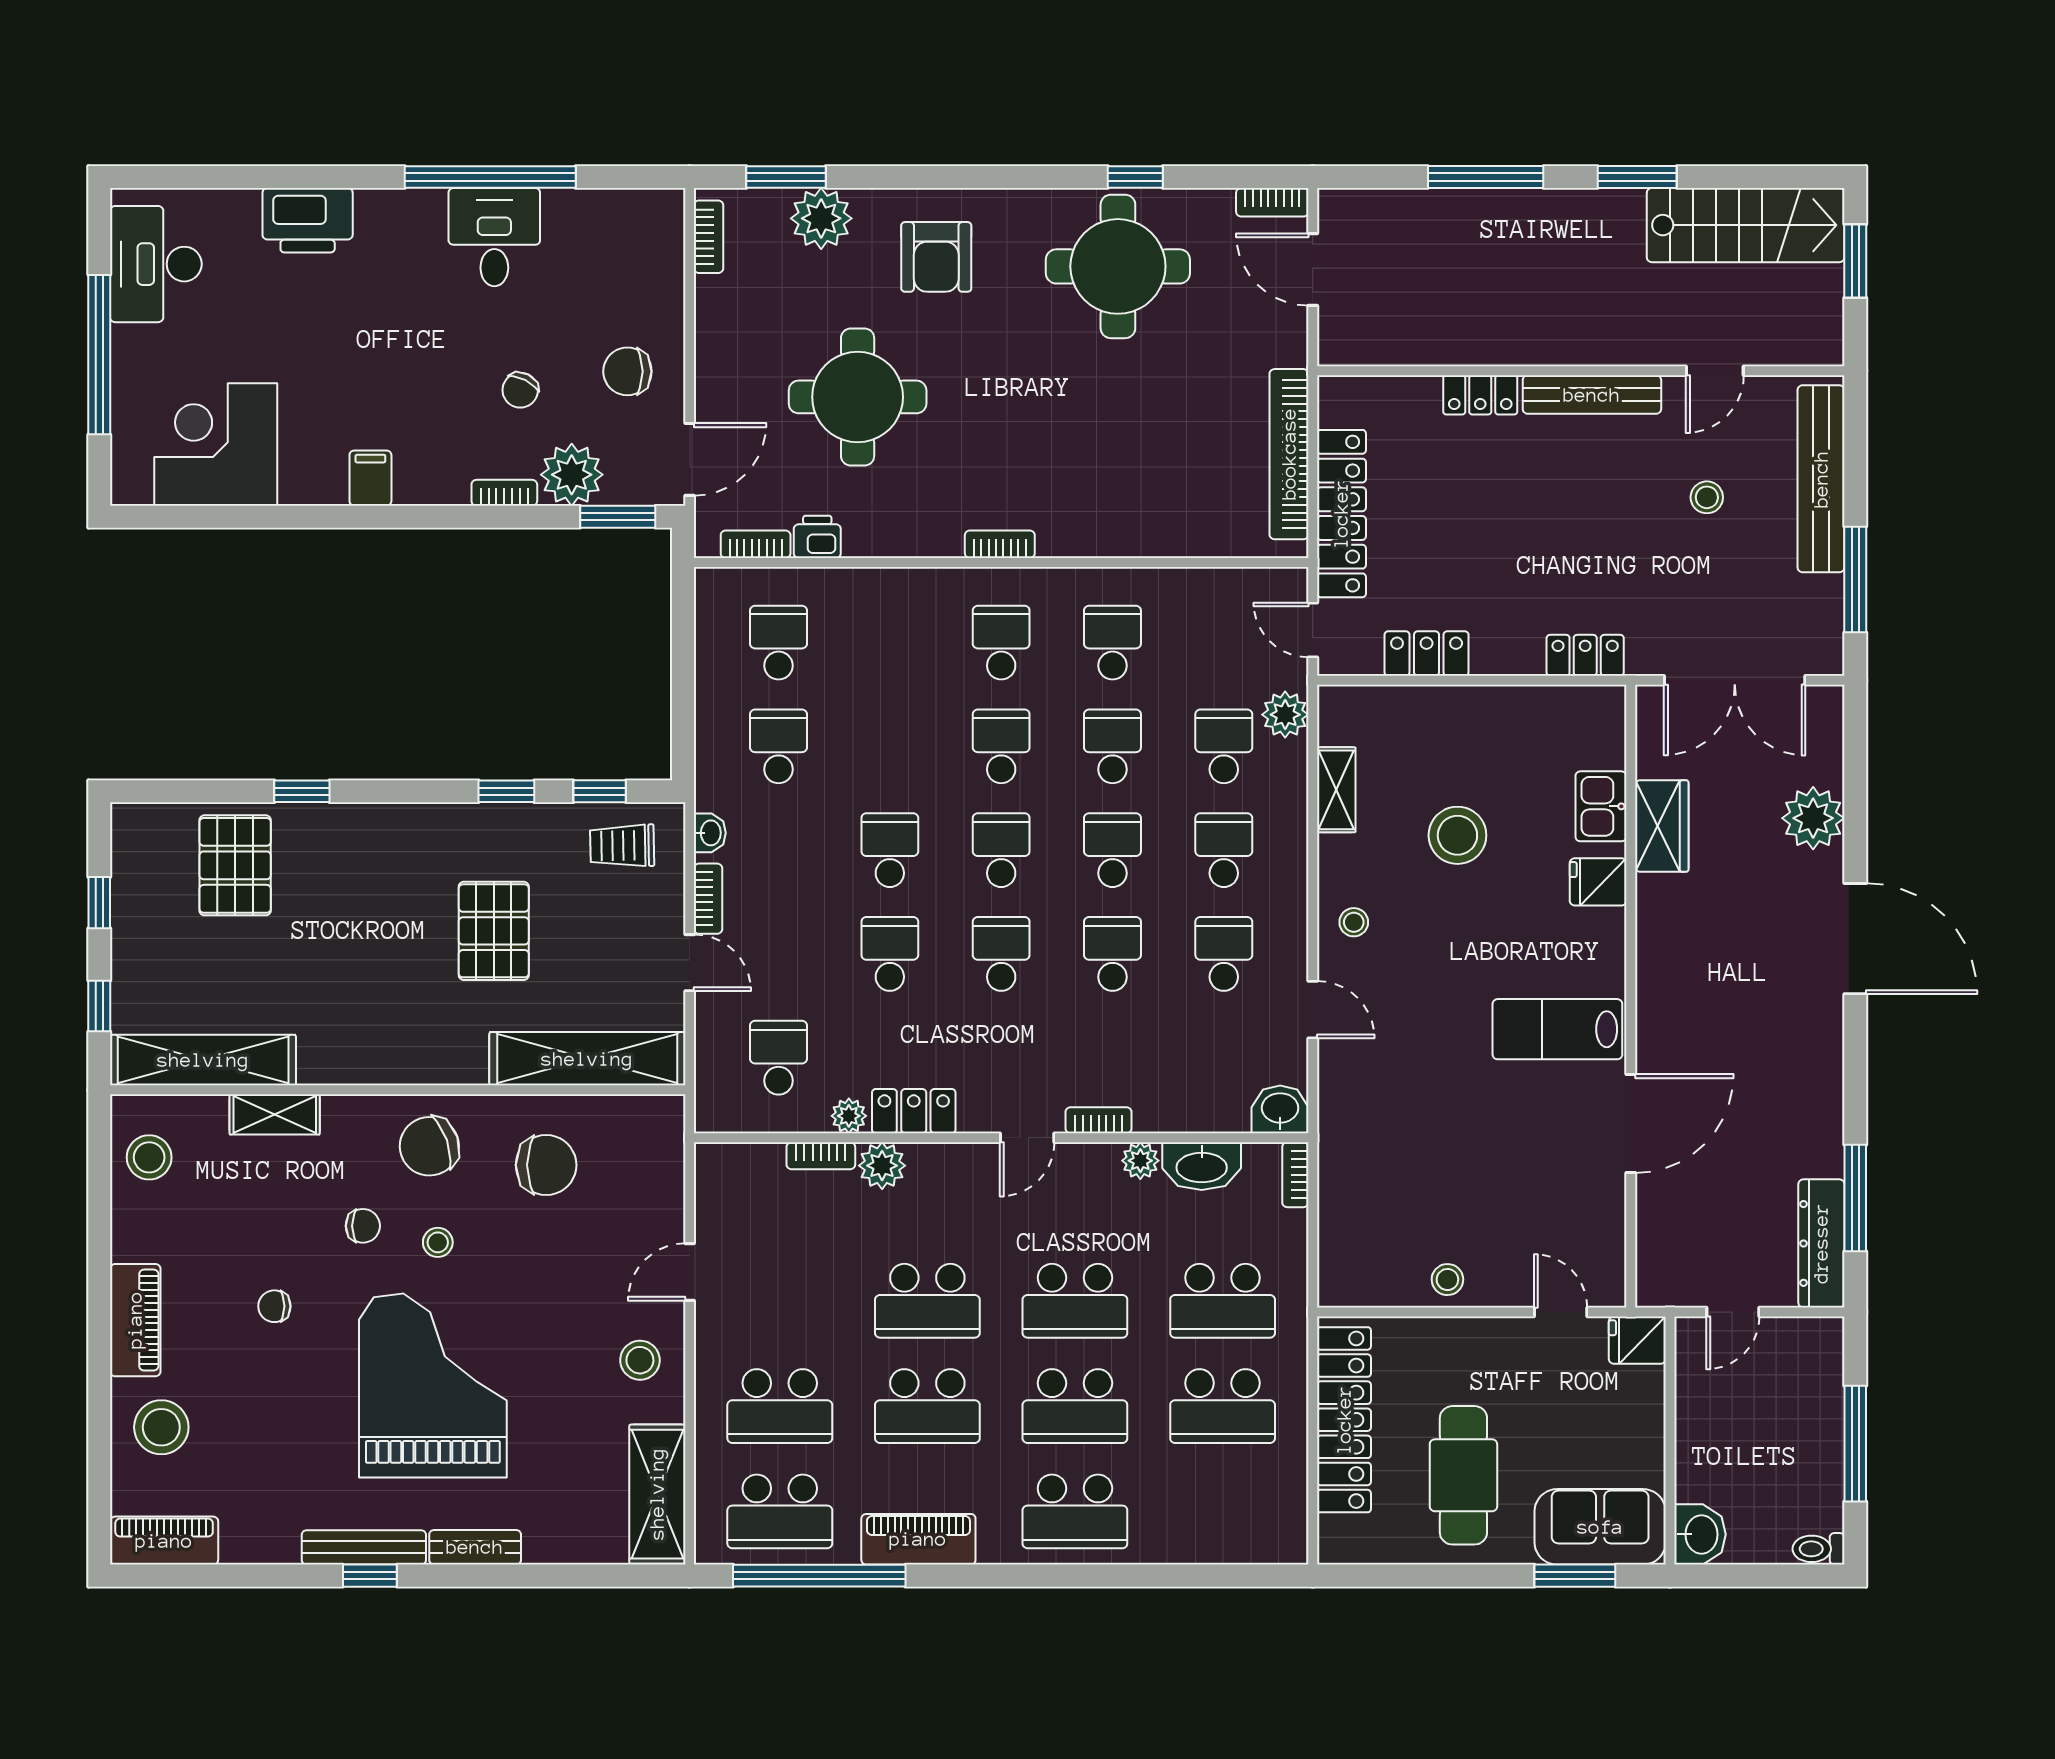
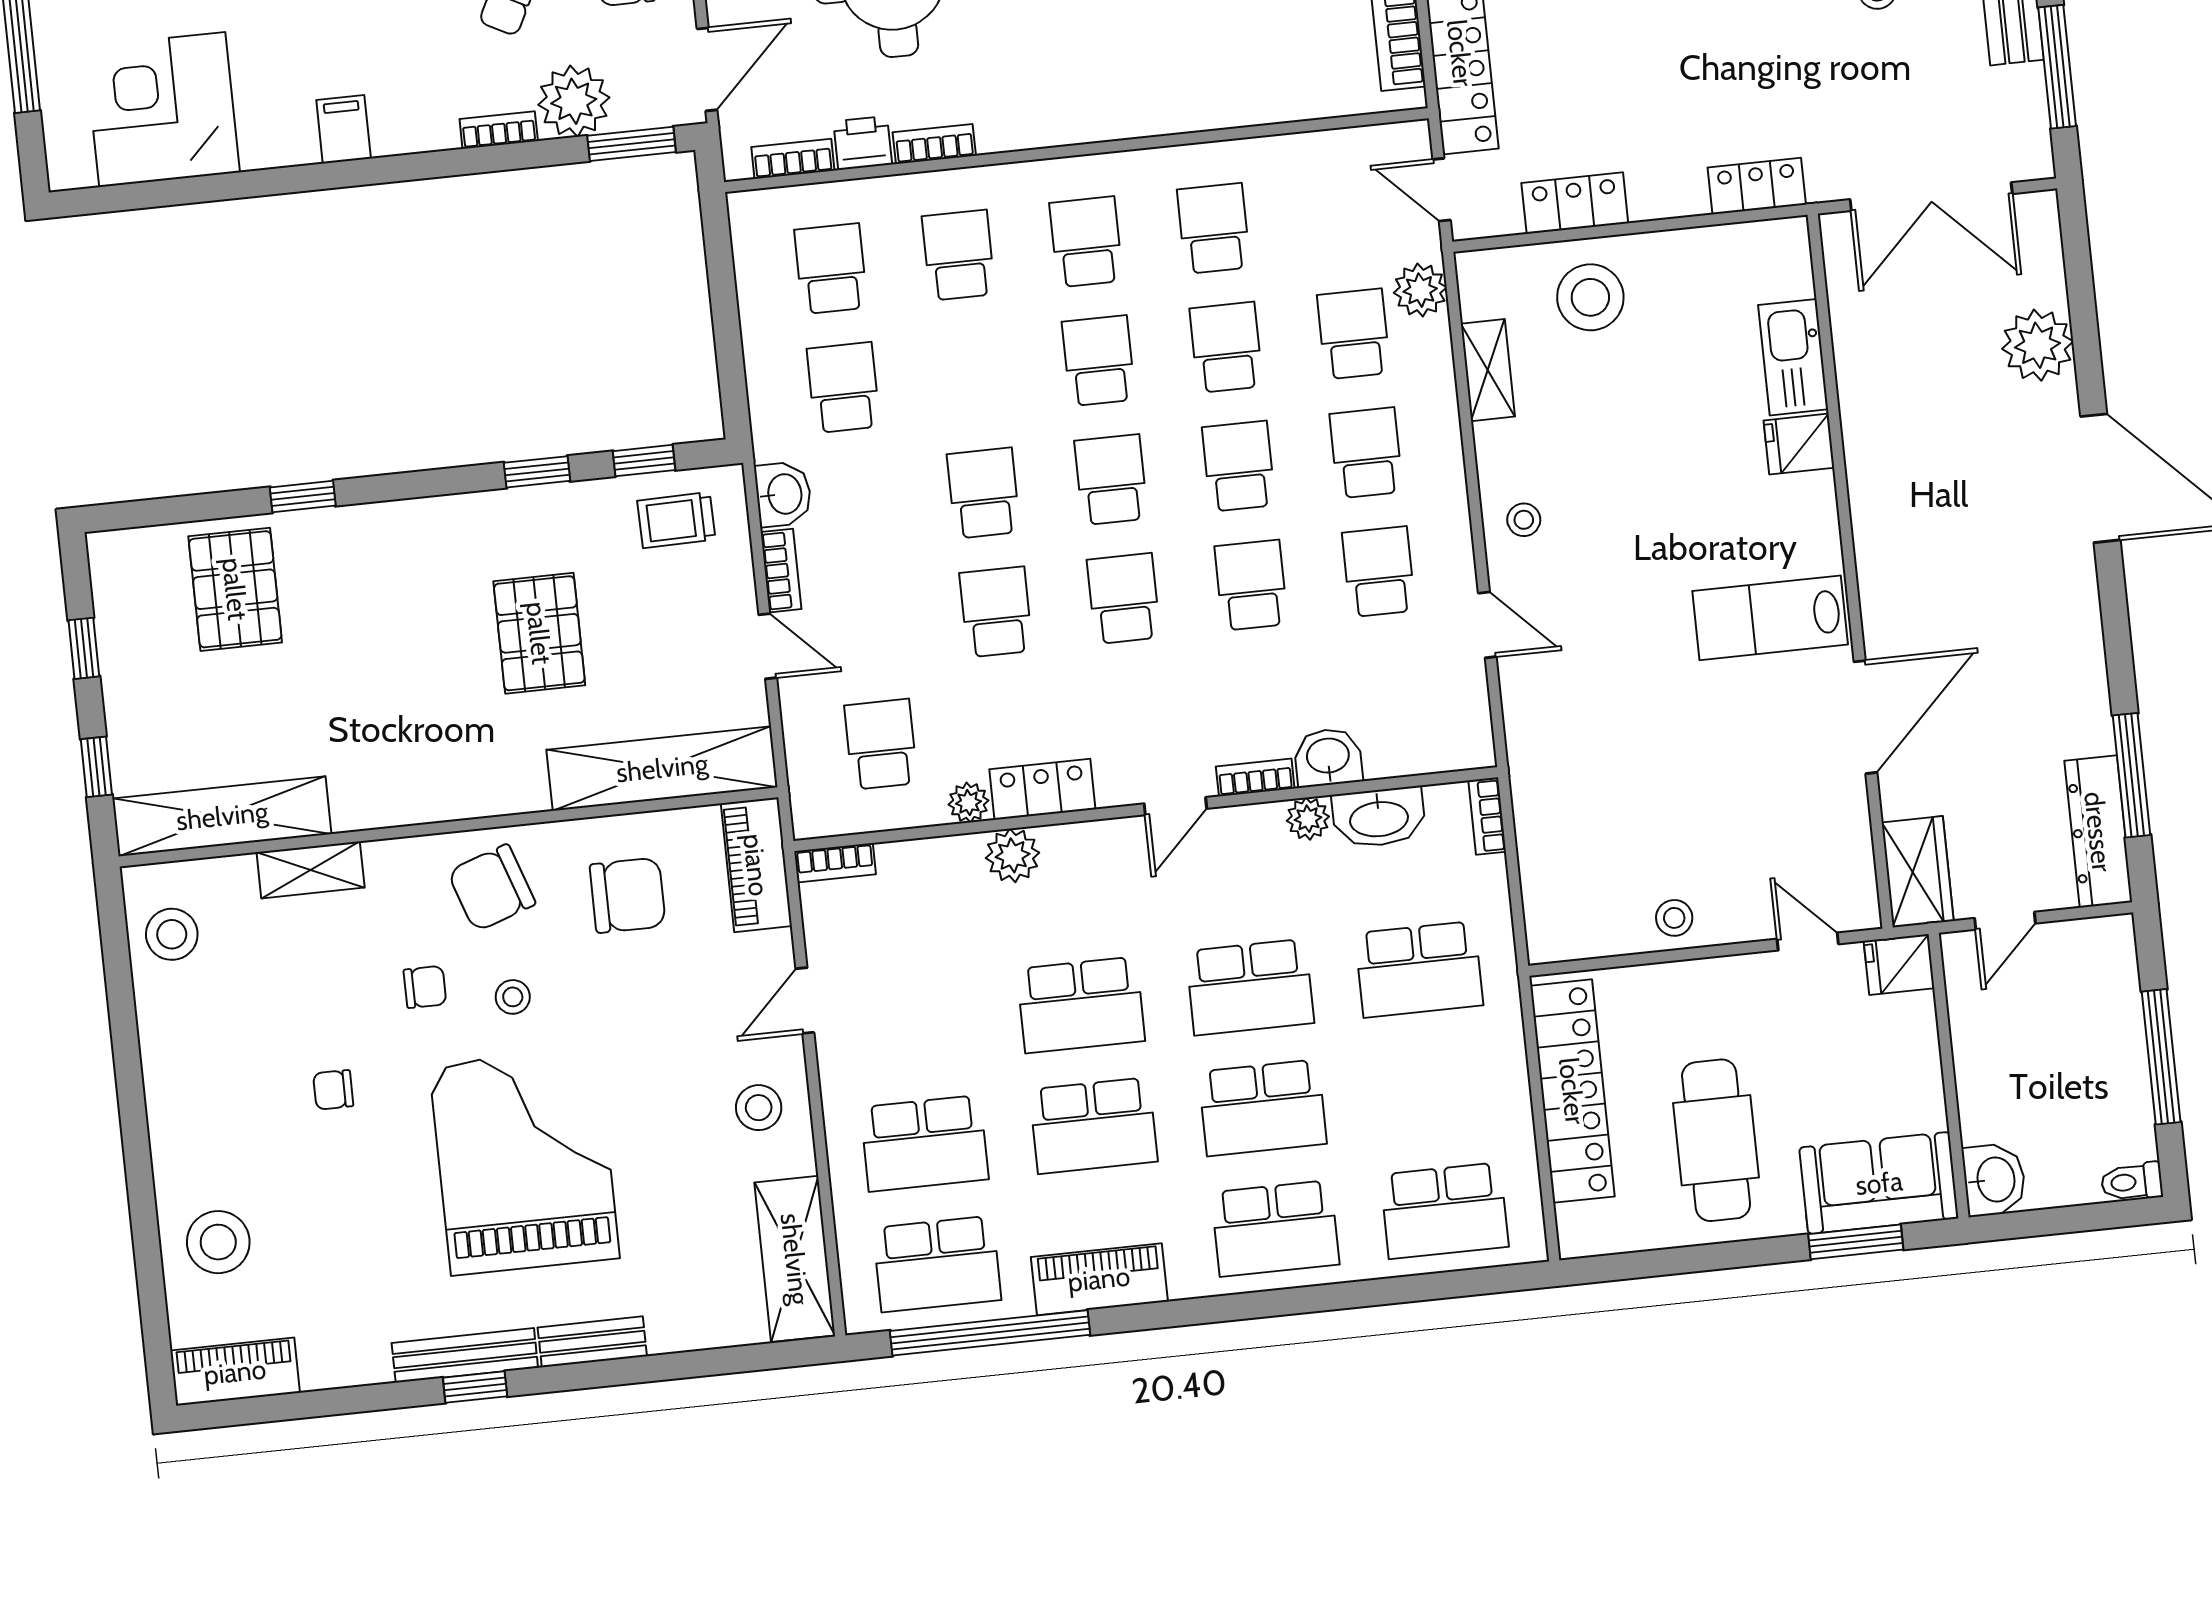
bookcase: (1000, 544) -> (934, 144), moved
school desk: (890, 643) -> (959, 255), added
kitchen sink: (1601, 806) -> (1793, 357), width x1.38
wardrobe: (1662, 826) -> (1918, 872), moved
washbasin: (710, 833) -> (783, 494), width x1.38, depth x1.45
stool: (1457, 835) -> (1590, 297), moved
washbasin: (1280, 1109) -> (1328, 757), moved
bookcase: (821, 1156) -> (835, 863), moved
piano: (135, 1320) -> (756, 865), moved, turned 180
school desk: (1223, 1406) -> (1444, 1211), moved

